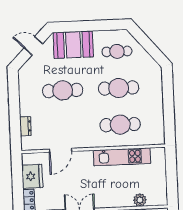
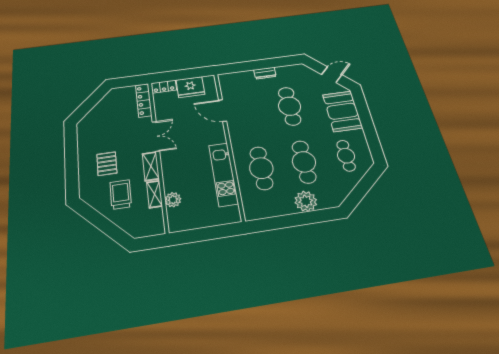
door: (33, 46) -> (332, 75), hinge flipped
plant: (154, 93) -> (306, 201), added
dresser: (25, 126) -> (265, 73), moved

